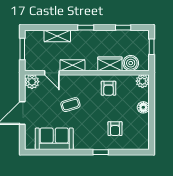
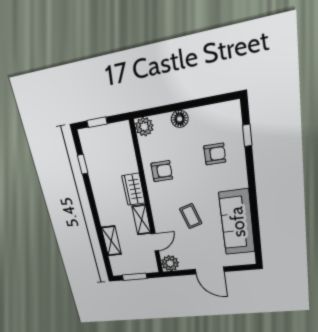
window: (86, 28) -> (94, 210), removed
boiler: (131, 63) -> (124, 147), removed
wardrobe: (110, 64) -> (134, 189), moved
sofa: (54, 139) -> (237, 222), width x1.36
window: (101, 152) -> (247, 135), moved

